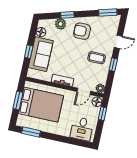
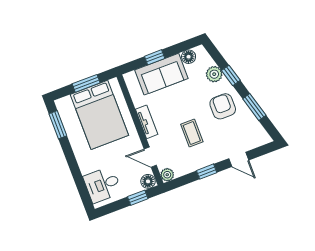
window: (108, 13) -> (254, 107), moved
coffee table: (97, 58) -> (192, 133), moved

